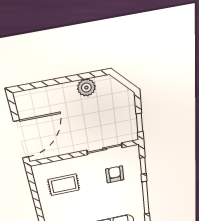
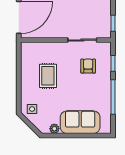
rug: (64, 185) -> (48, 76), moved, turned 90

